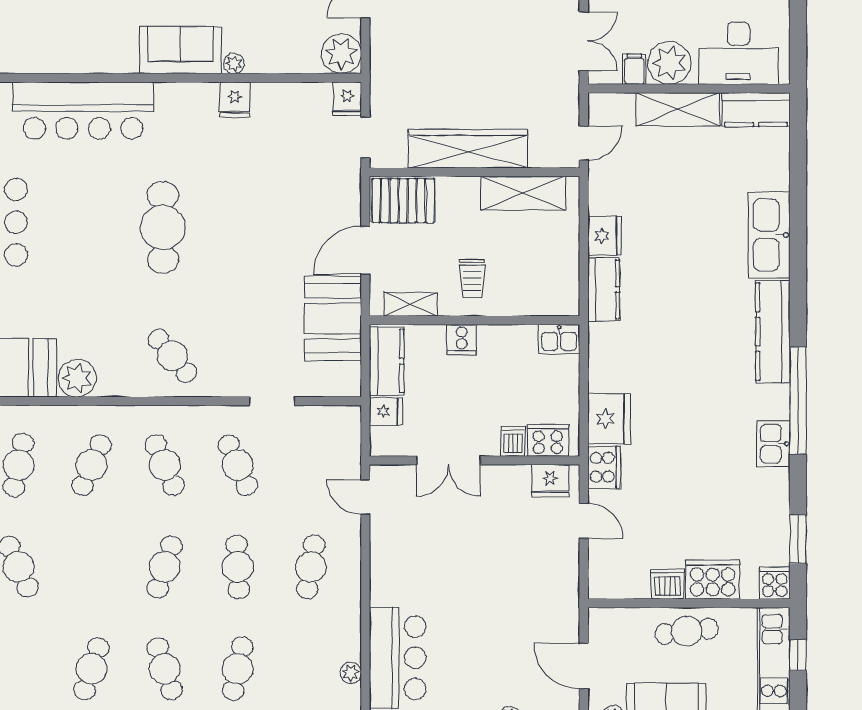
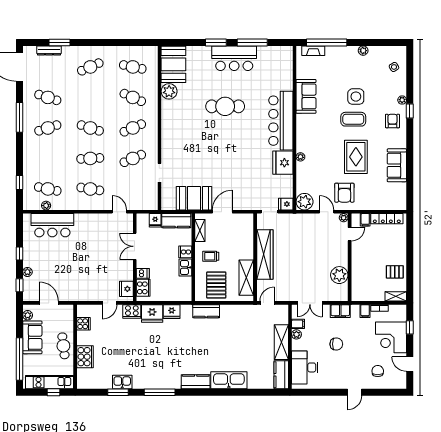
sofa: (181, 50) -> (306, 96), moved
plant: (669, 63) -> (296, 334), width x0.53, depth x0.53
fridge: (235, 100) -> (283, 163), width x1.88, depth x1.34
bar counter: (83, 110) -> (281, 121), moved
door: (584, 143) -> (267, 303), swing flipped
pallet: (403, 201) -> (216, 285), moved
cafe table: (163, 227) -> (225, 106), moved
fridge: (605, 236) -> (172, 312), moved
door: (365, 250) -> (222, 212), hinge flipped
kitchen counter: (773, 332) -> (196, 382), width x0.67
kitchen sink: (559, 339) -> (185, 267), moved
cafe table: (172, 356) -> (178, 131), removed
window: (798, 401) -> (160, 392), width x0.68
kitchen sink: (773, 444) -> (122, 382), moved
door: (365, 497) -> (119, 212), hinge flipped
window: (798, 539) -> (118, 392), moved
cooker: (775, 583) -> (83, 324), moved
dishwasher: (667, 584) -> (83, 338), removed
door: (584, 666) -> (49, 303), hinge flipped
cafe table: (238, 669) -> (48, 189), moved

